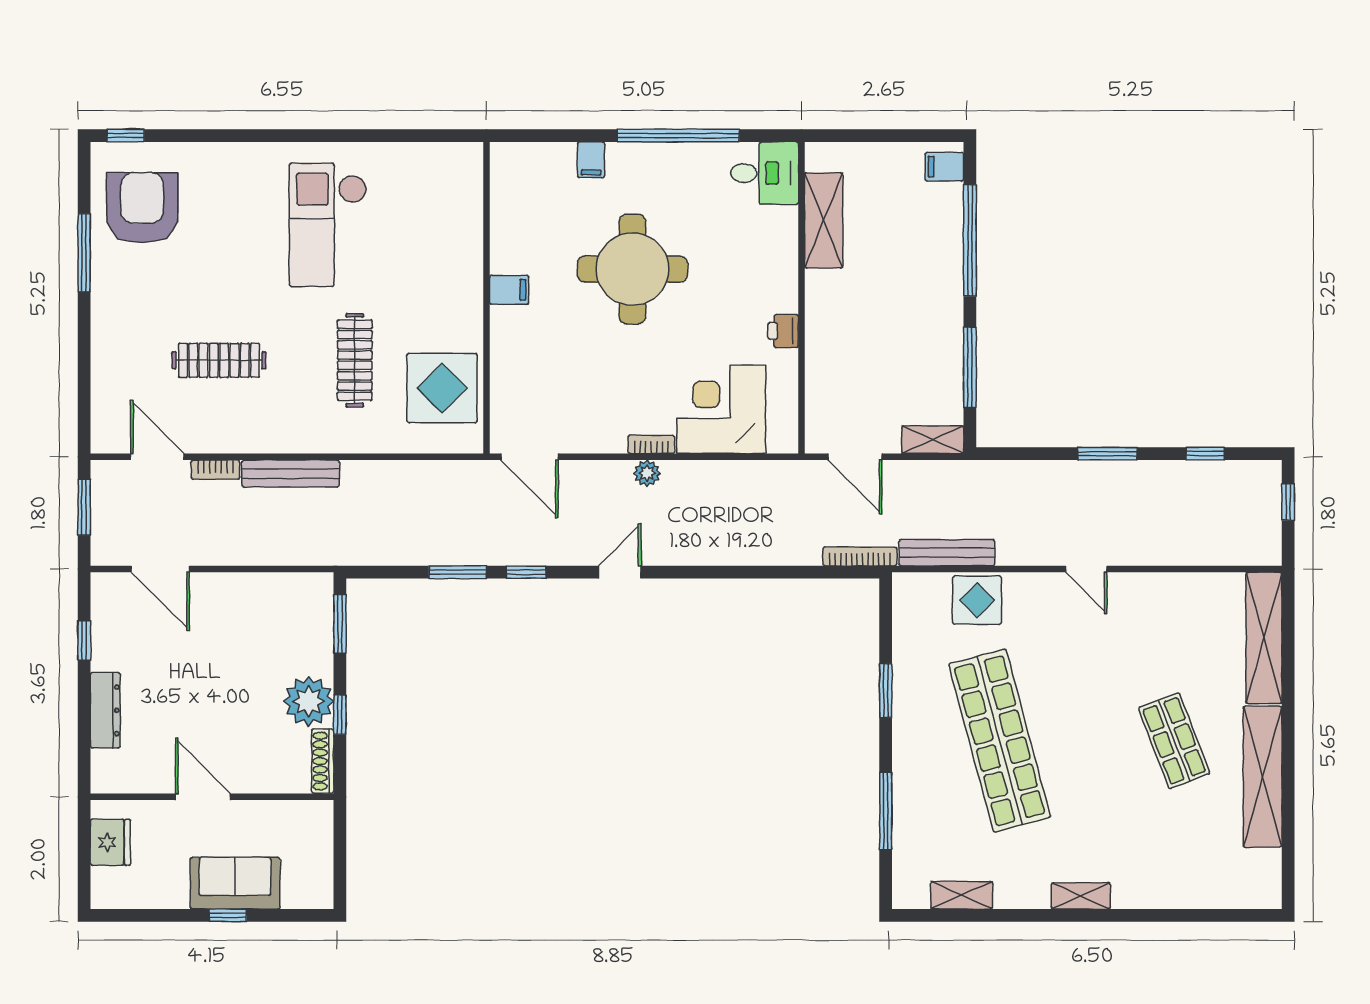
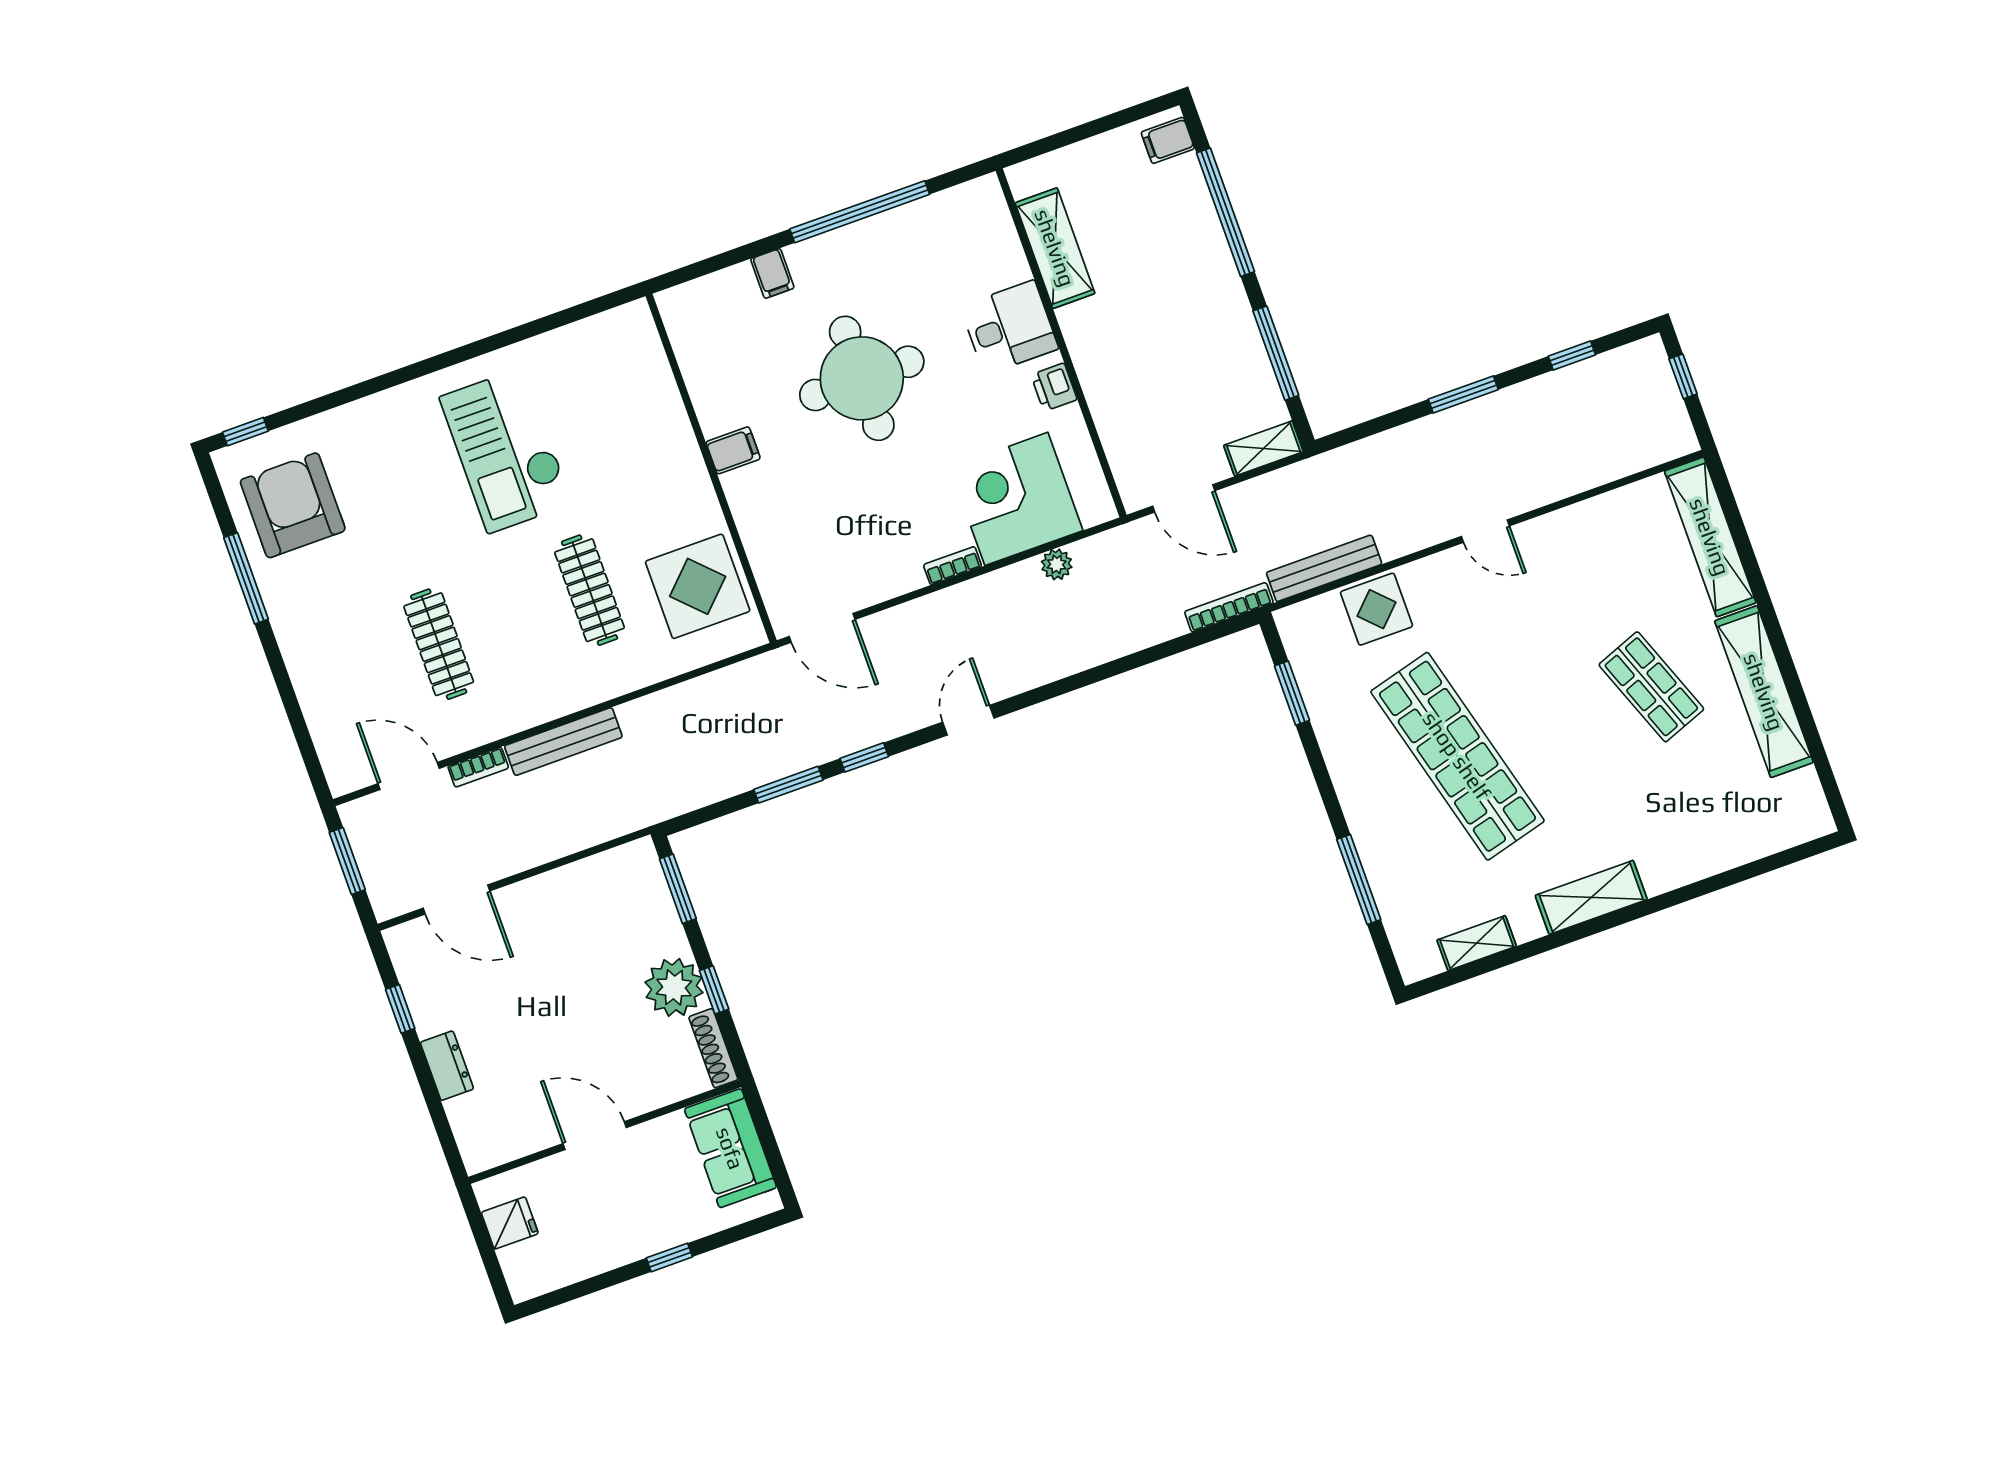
desk: (765, 173) -> (1009, 327), moved
clothes rail: (219, 360) -> (439, 644), turned 90
plant: (647, 473) -> (1057, 564), moved
window: (886, 691) -> (1292, 693), moved
dresser: (105, 710) -> (447, 1066), width x0.70
fridge: (110, 842) -> (510, 1223), width x0.72
sofa: (235, 883) -> (730, 1148), moved, turned -90
shelving: (1081, 896) -> (1591, 897), width x1.50, depth x1.33

